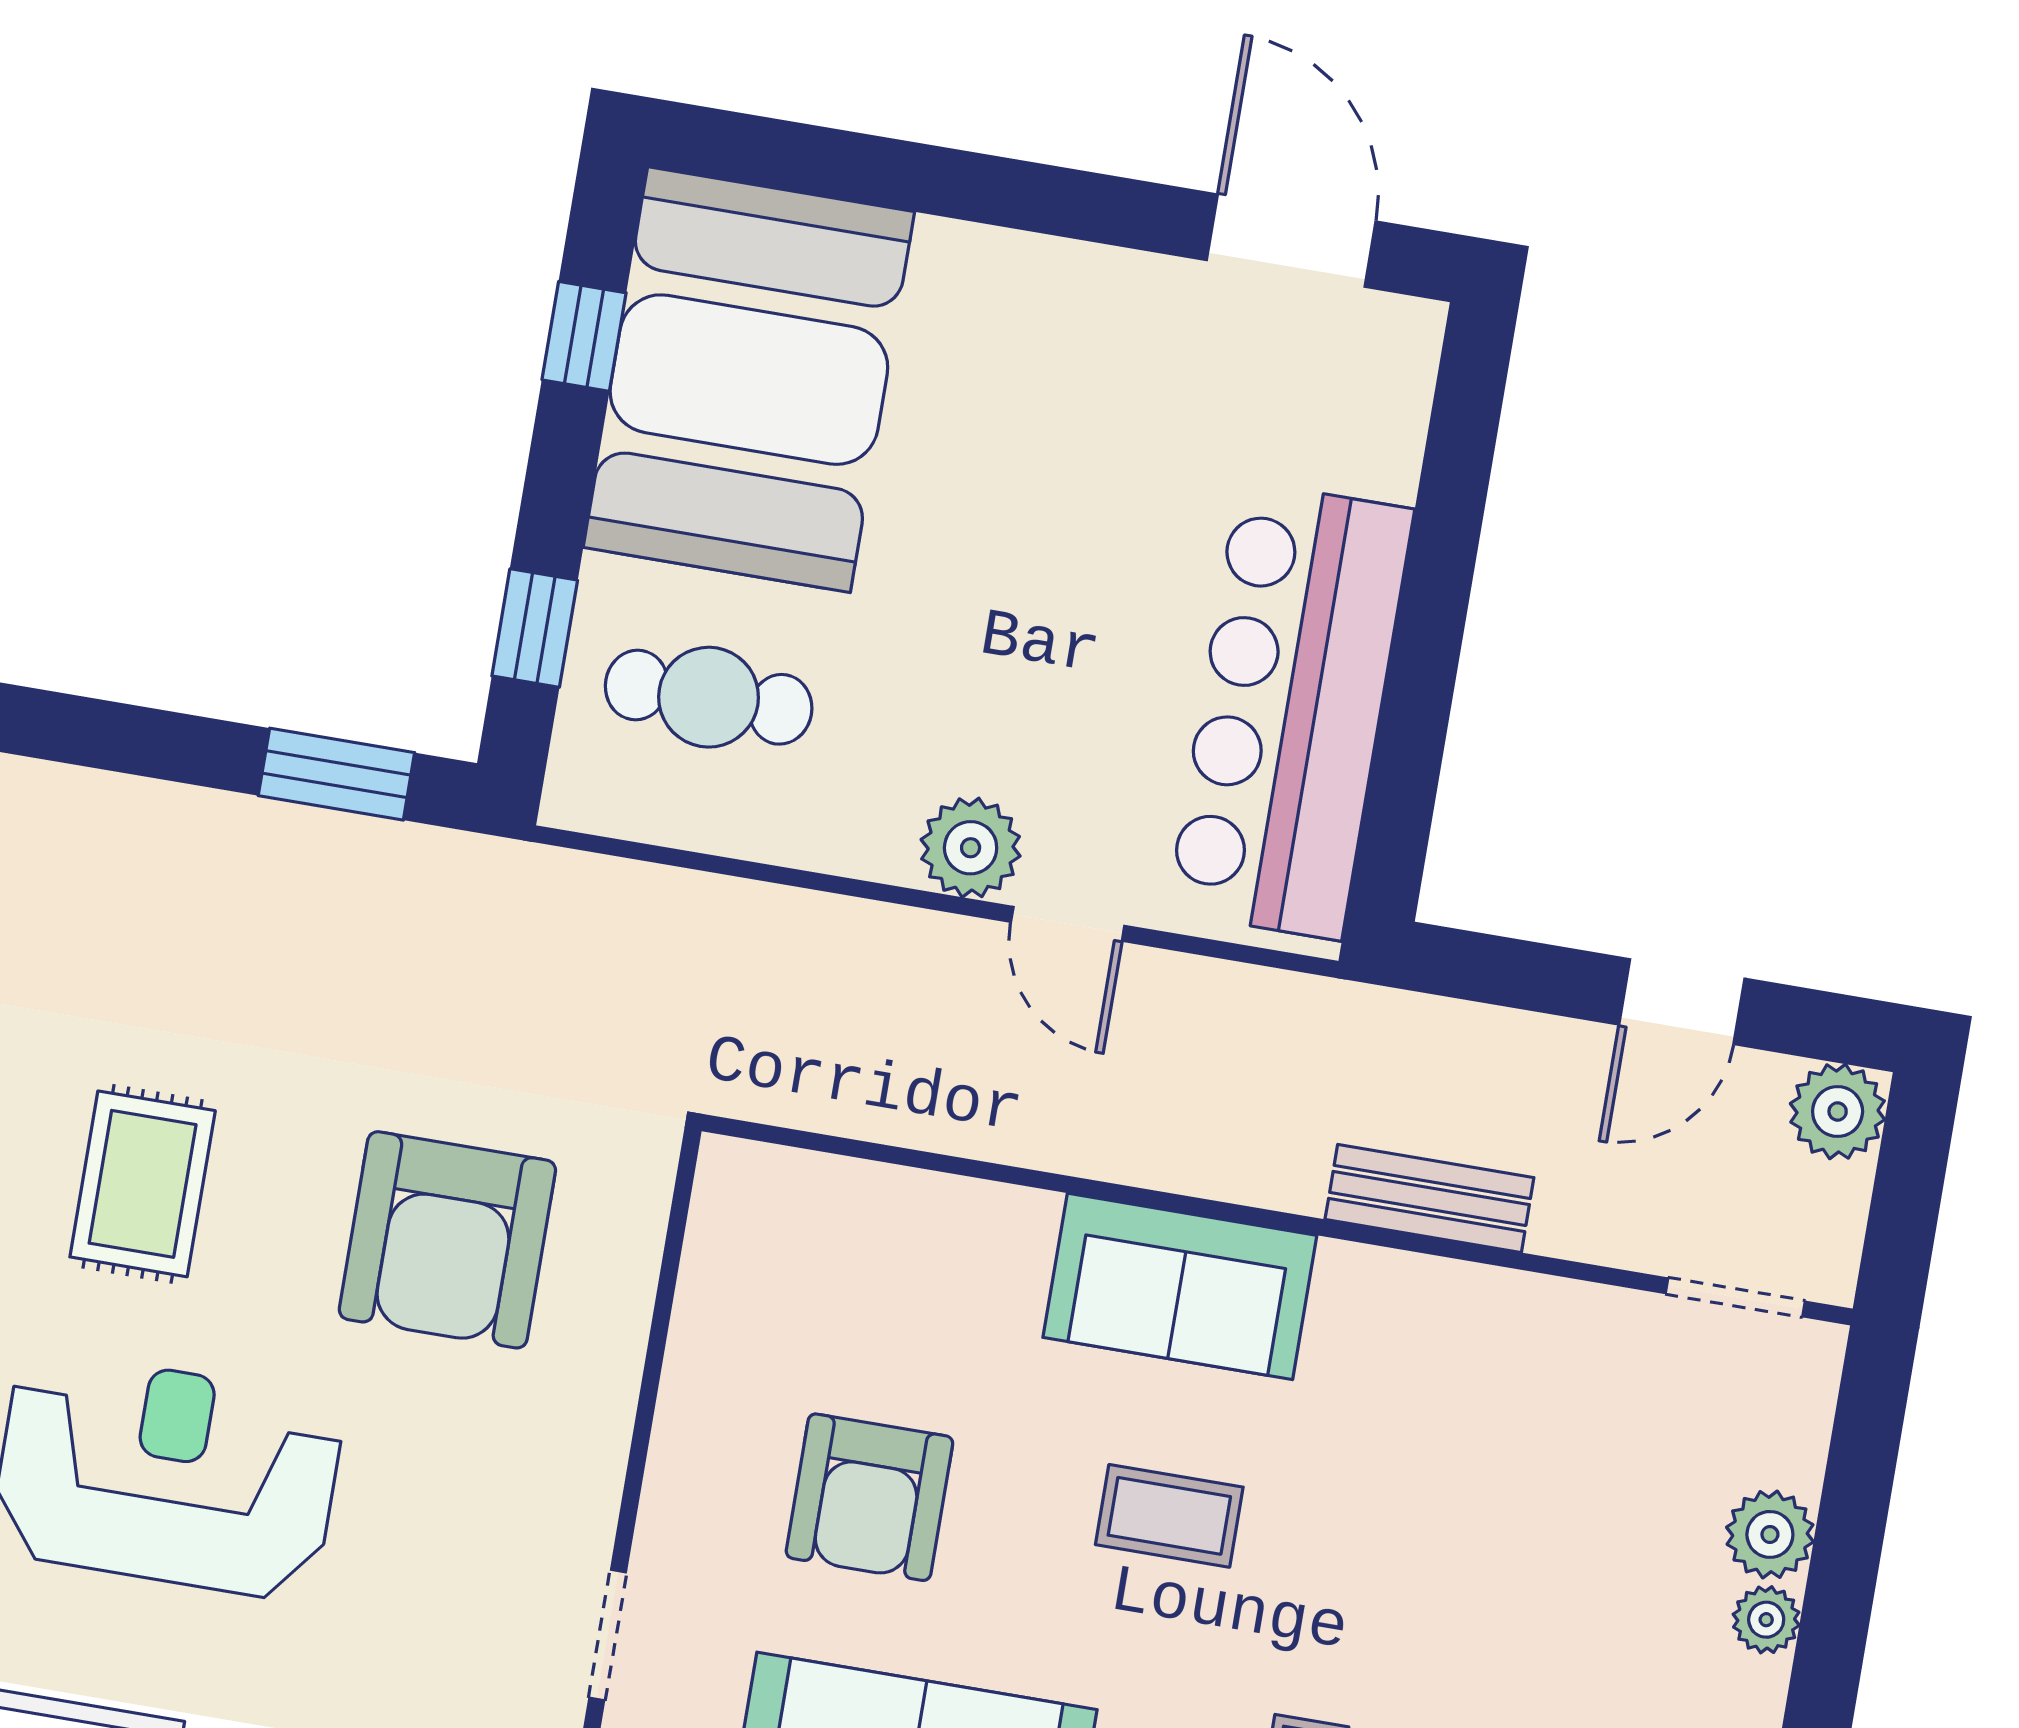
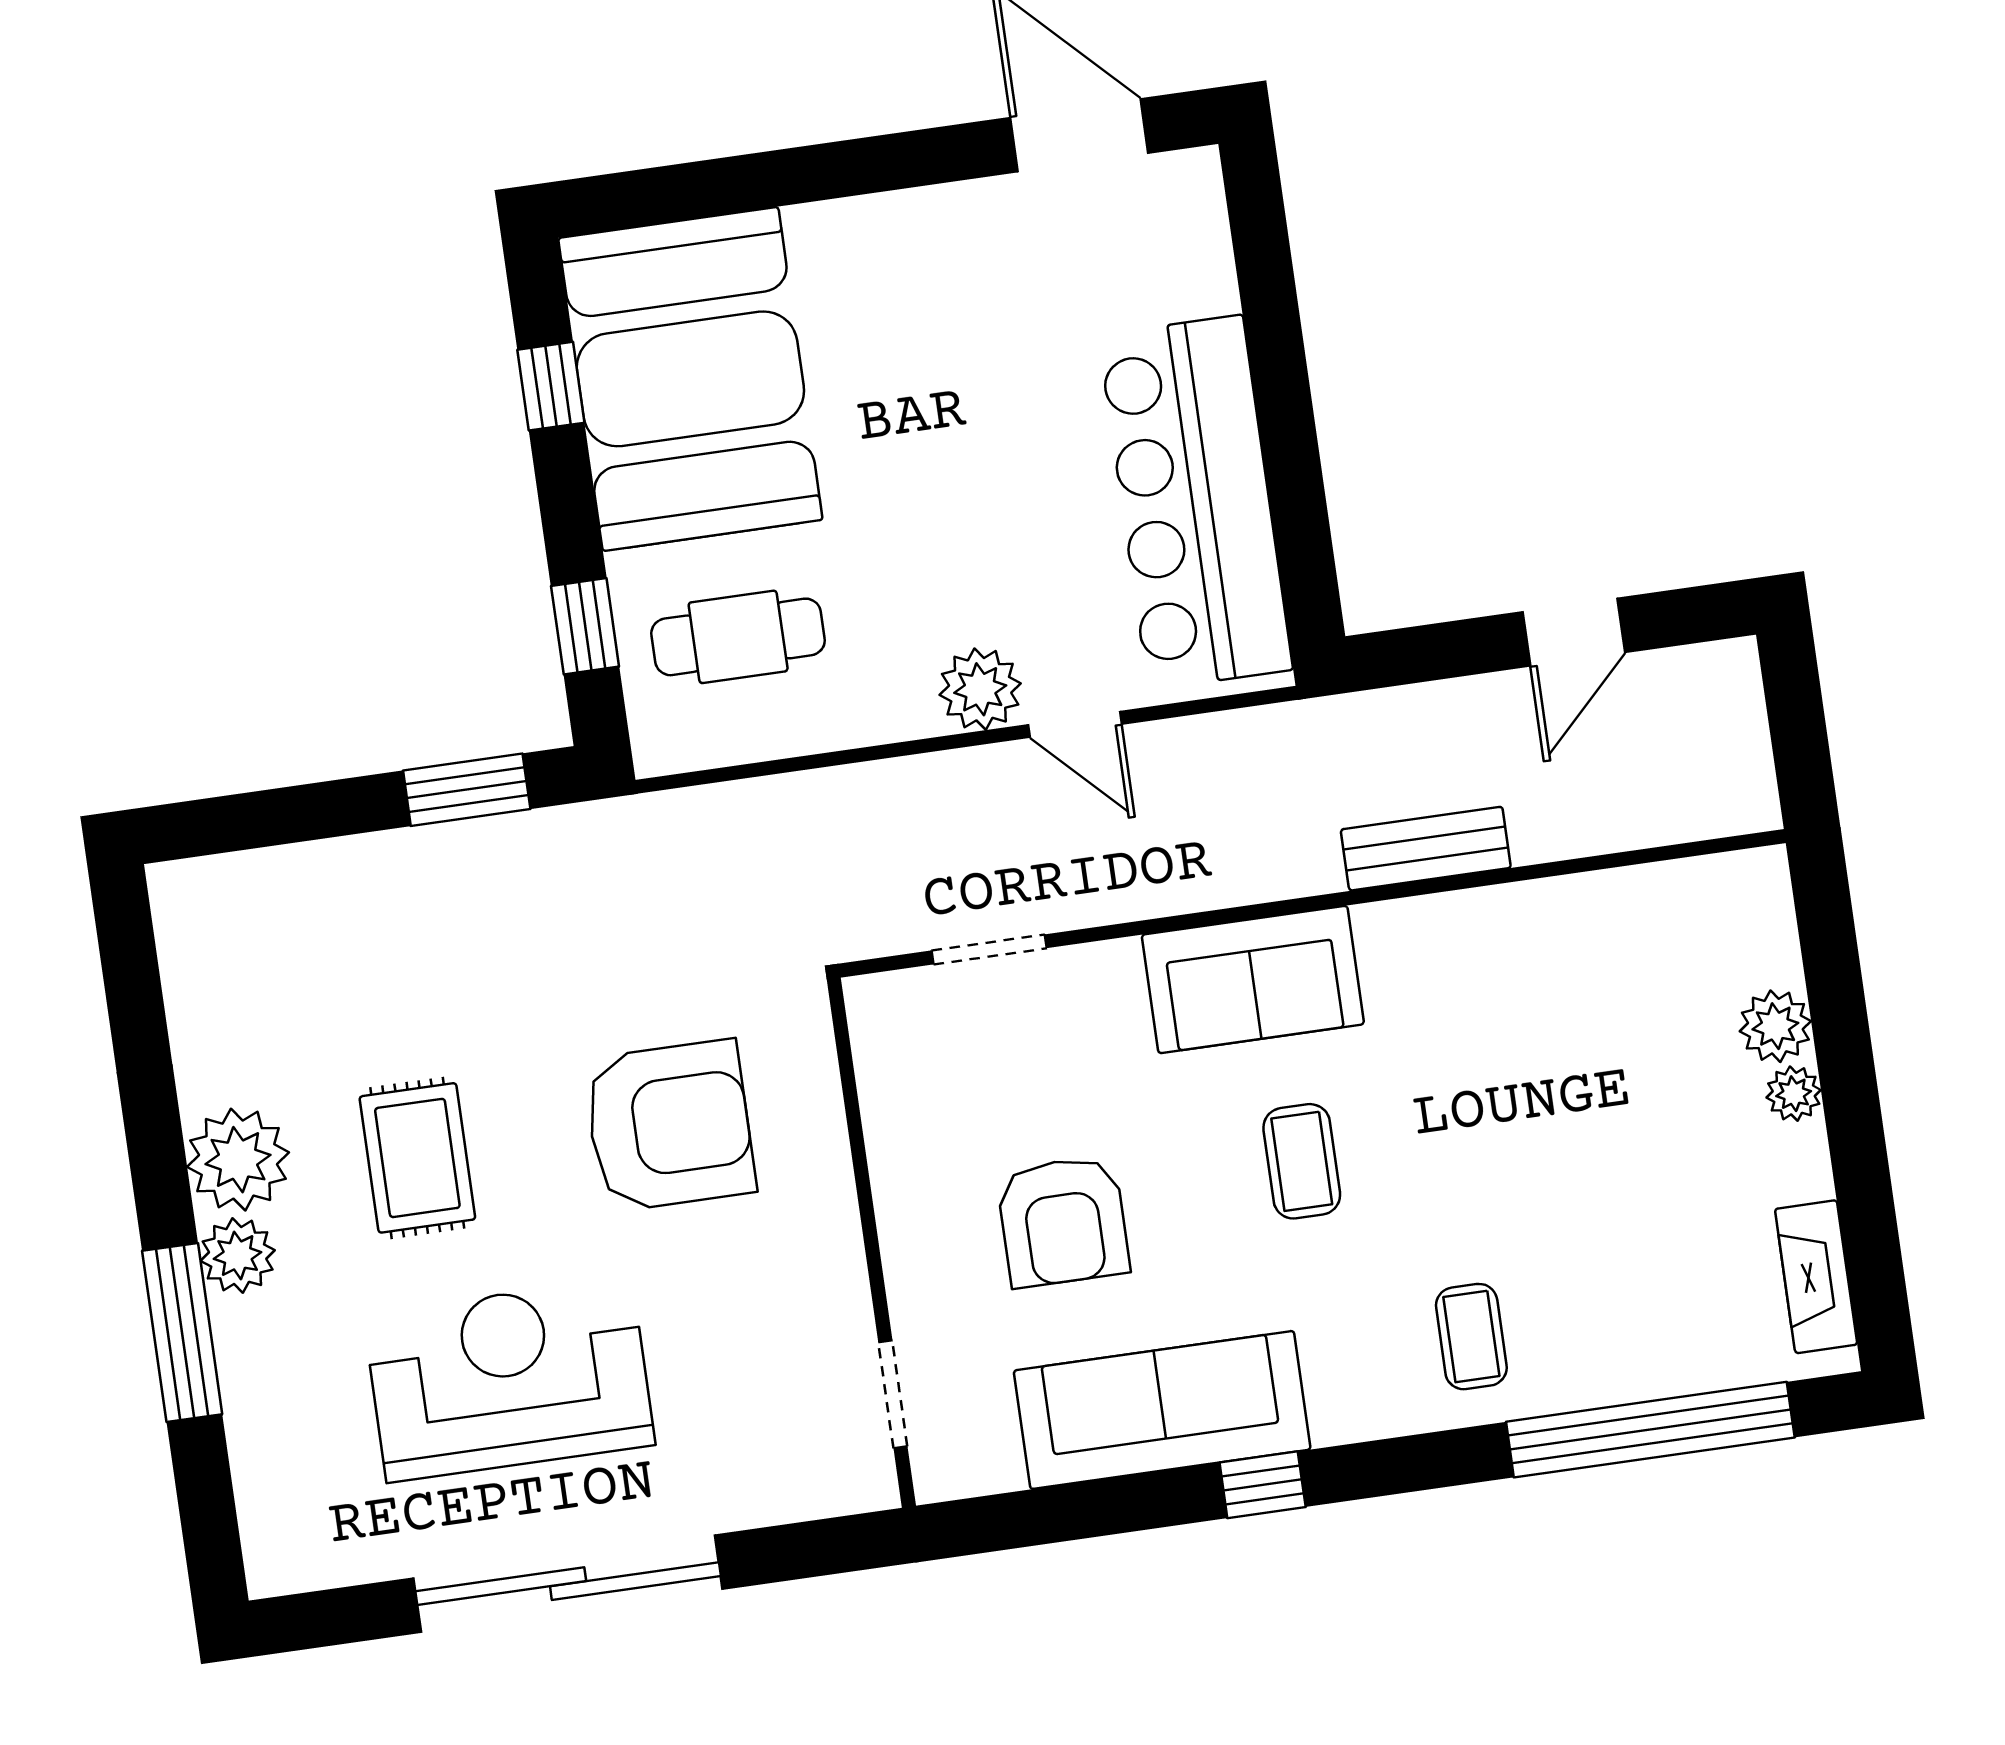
plant: (1838, 1111) -> (1723, 679), removed
armchair: (447, 1240) -> (669, 1126), turned -90
doorway: (1735, 1297) -> (989, 949), moved
coffee table: (1169, 1516) -> (1302, 1161), turned 90

